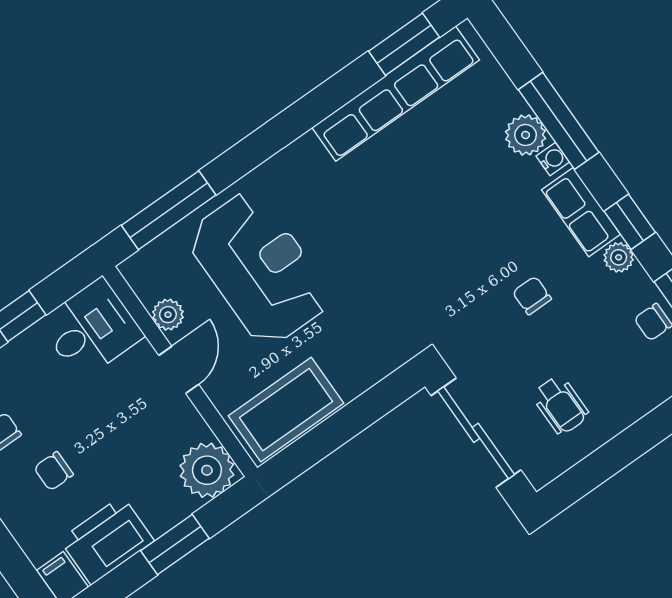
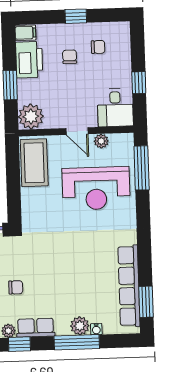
water cooler: (553, 159) -> (96, 329), moved

